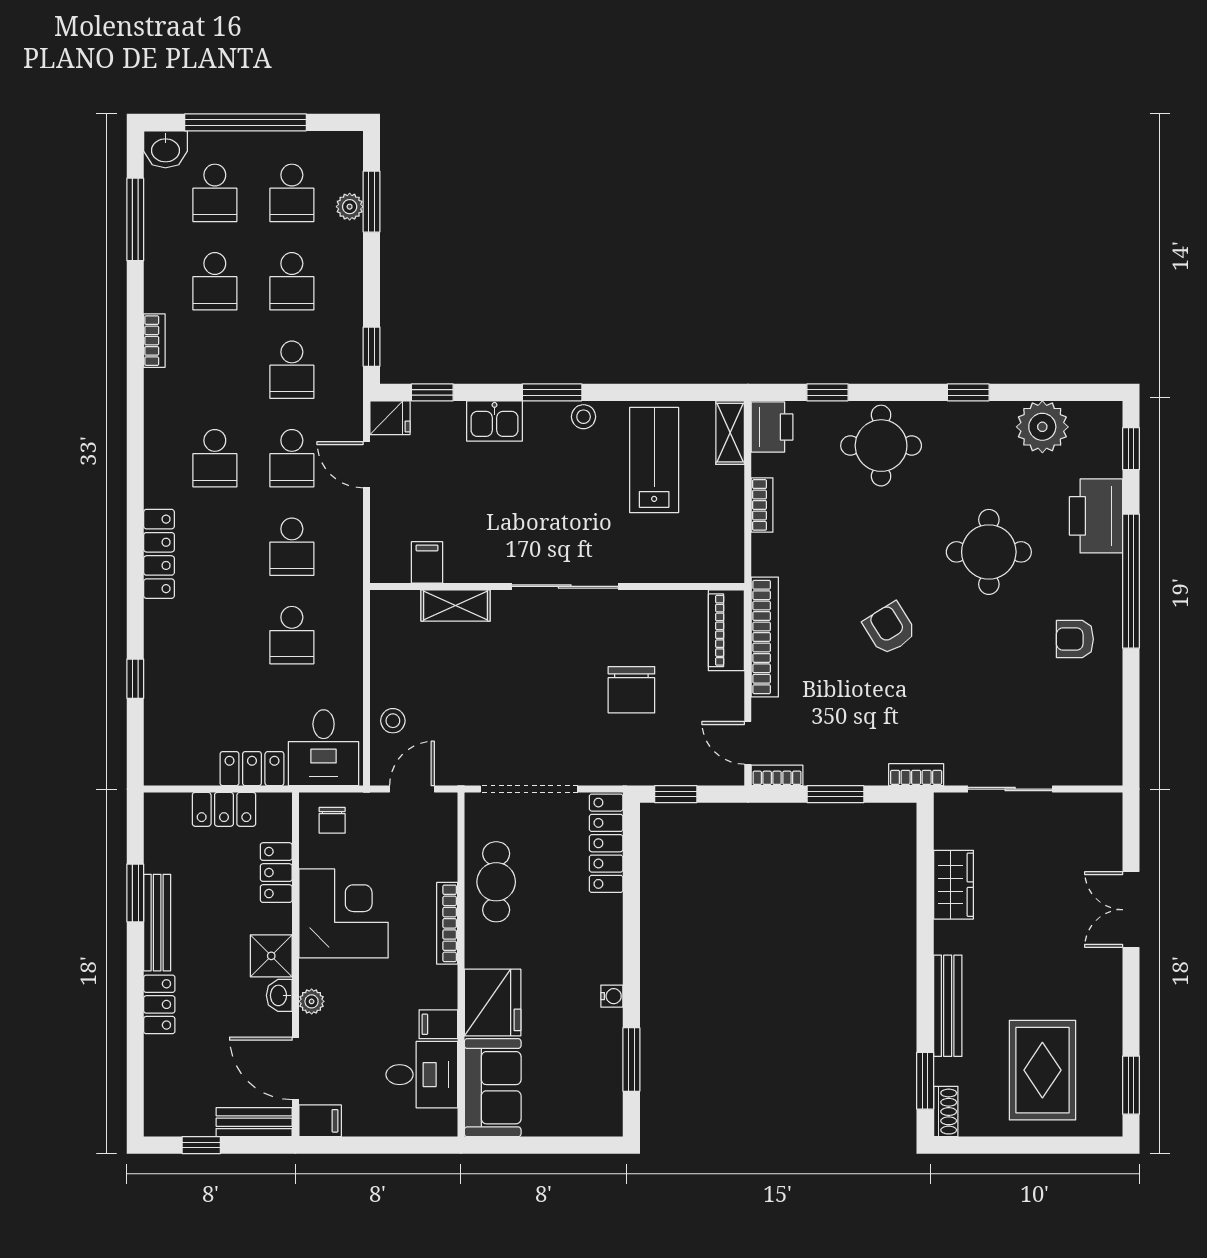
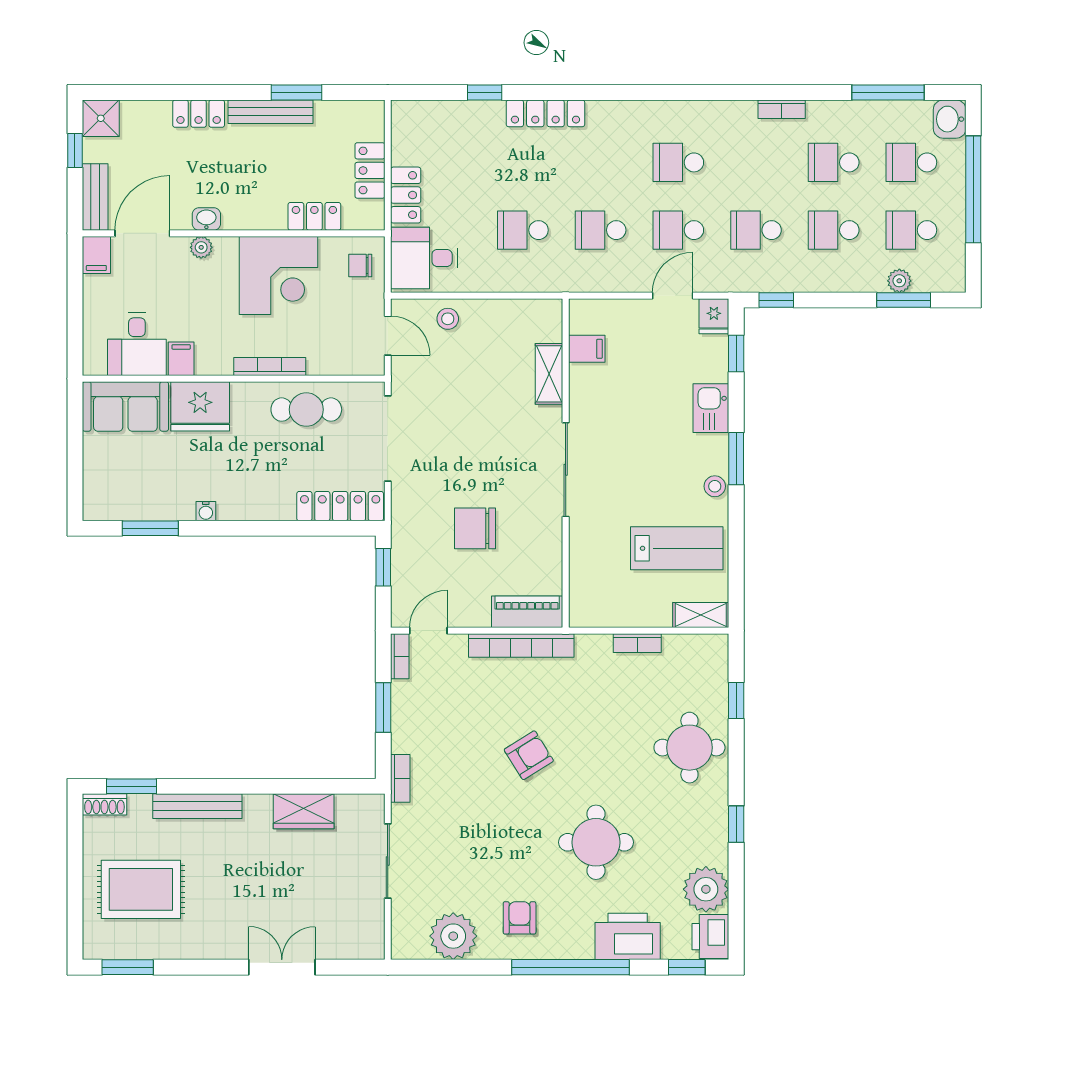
printer: (772, 427) -> (710, 937), moved, turned 90
locker: (159, 554) -> (545, 113), moved
plant: (1096, 714) -> (453, 936), added
shower: (271, 956) -> (101, 118), moved

